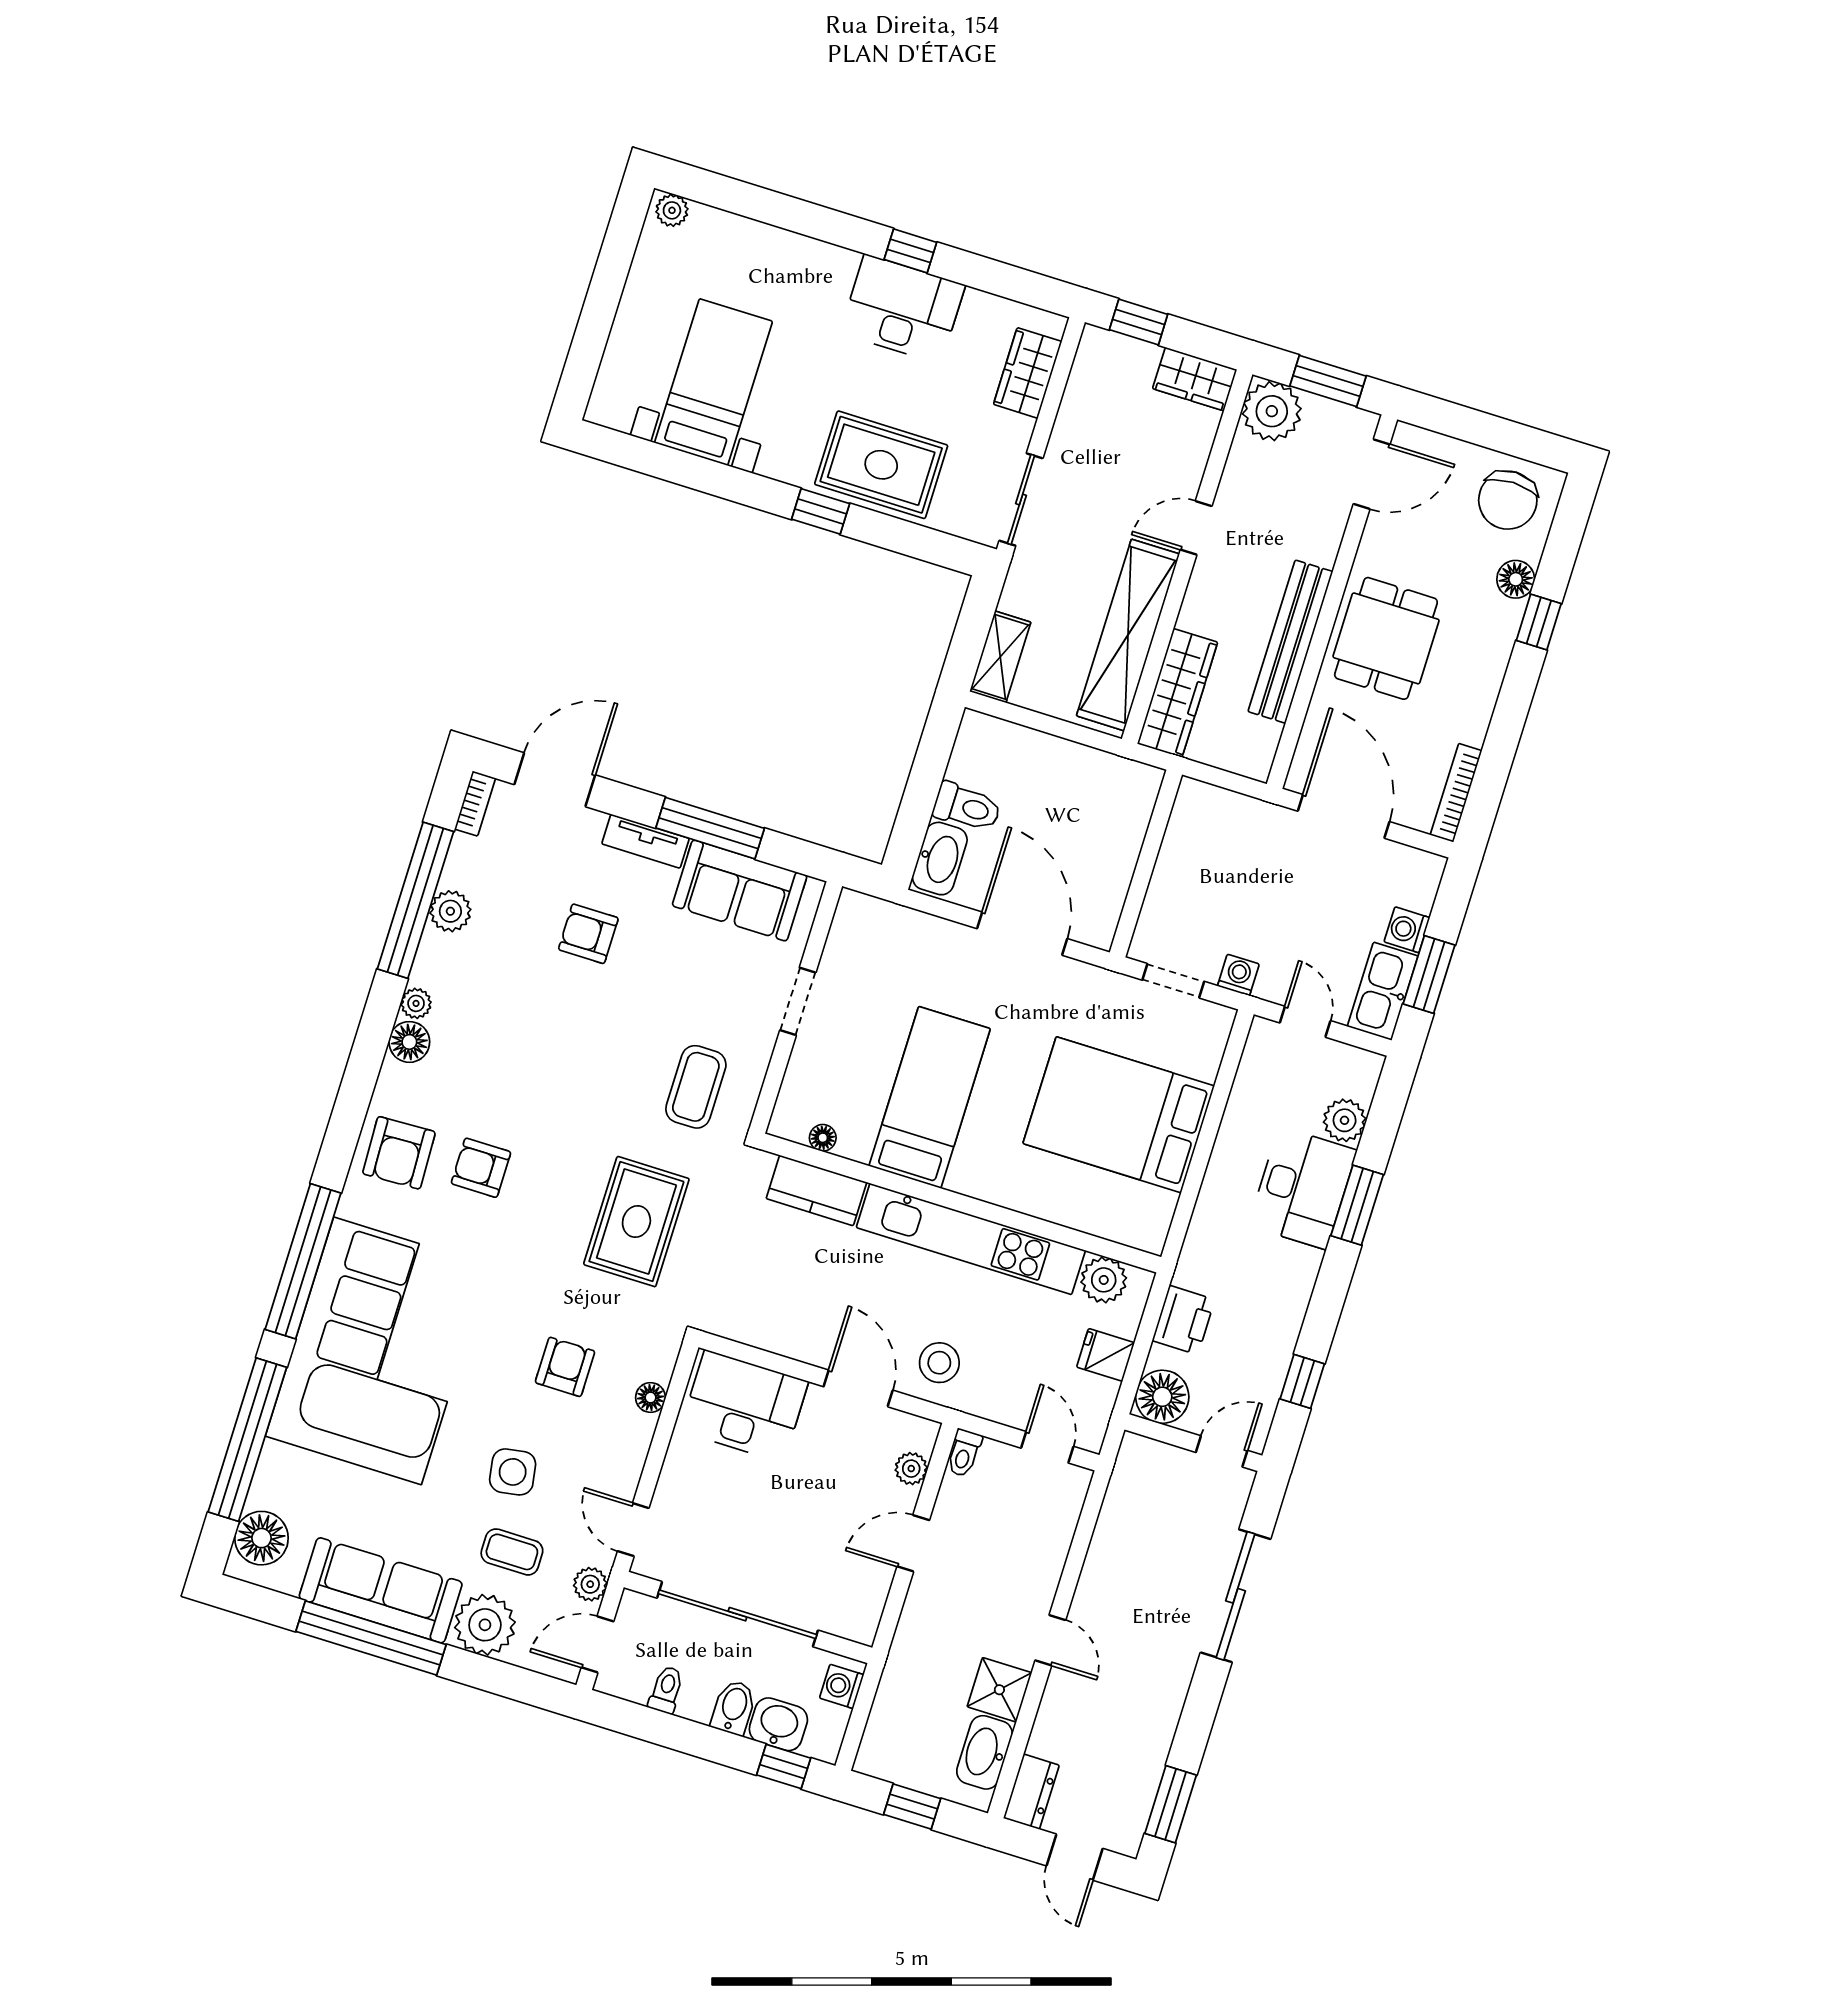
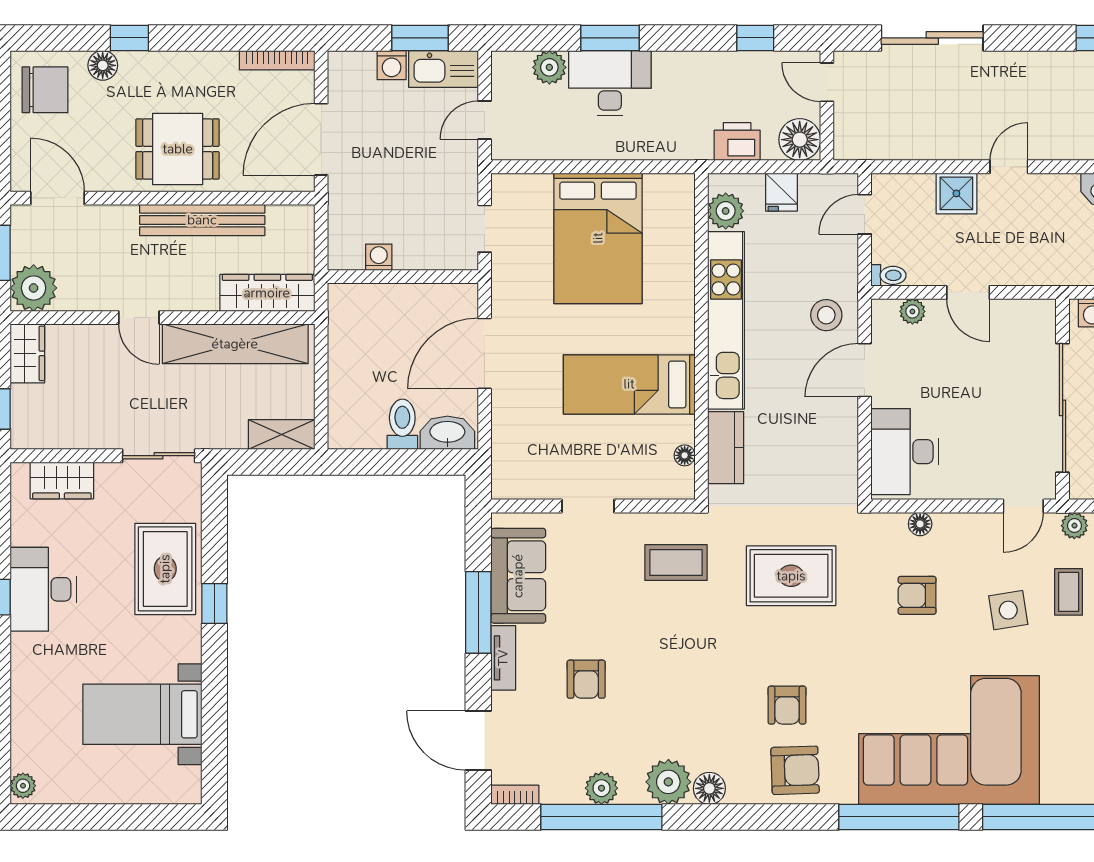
washing machine: (1238, 975) -> (379, 257), moved, turned 90
plant: (416, 1003) -> (668, 782), width x1.88, depth x1.88
shower: (999, 1690) -> (956, 193), moved

